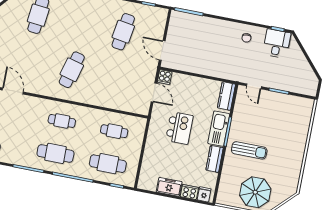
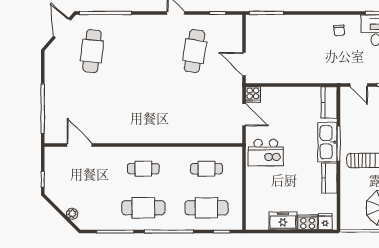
cafe table: (72, 70) -> (143, 107), removed
kitchen island: (179, 128) -> (266, 153), moved, turned 90

